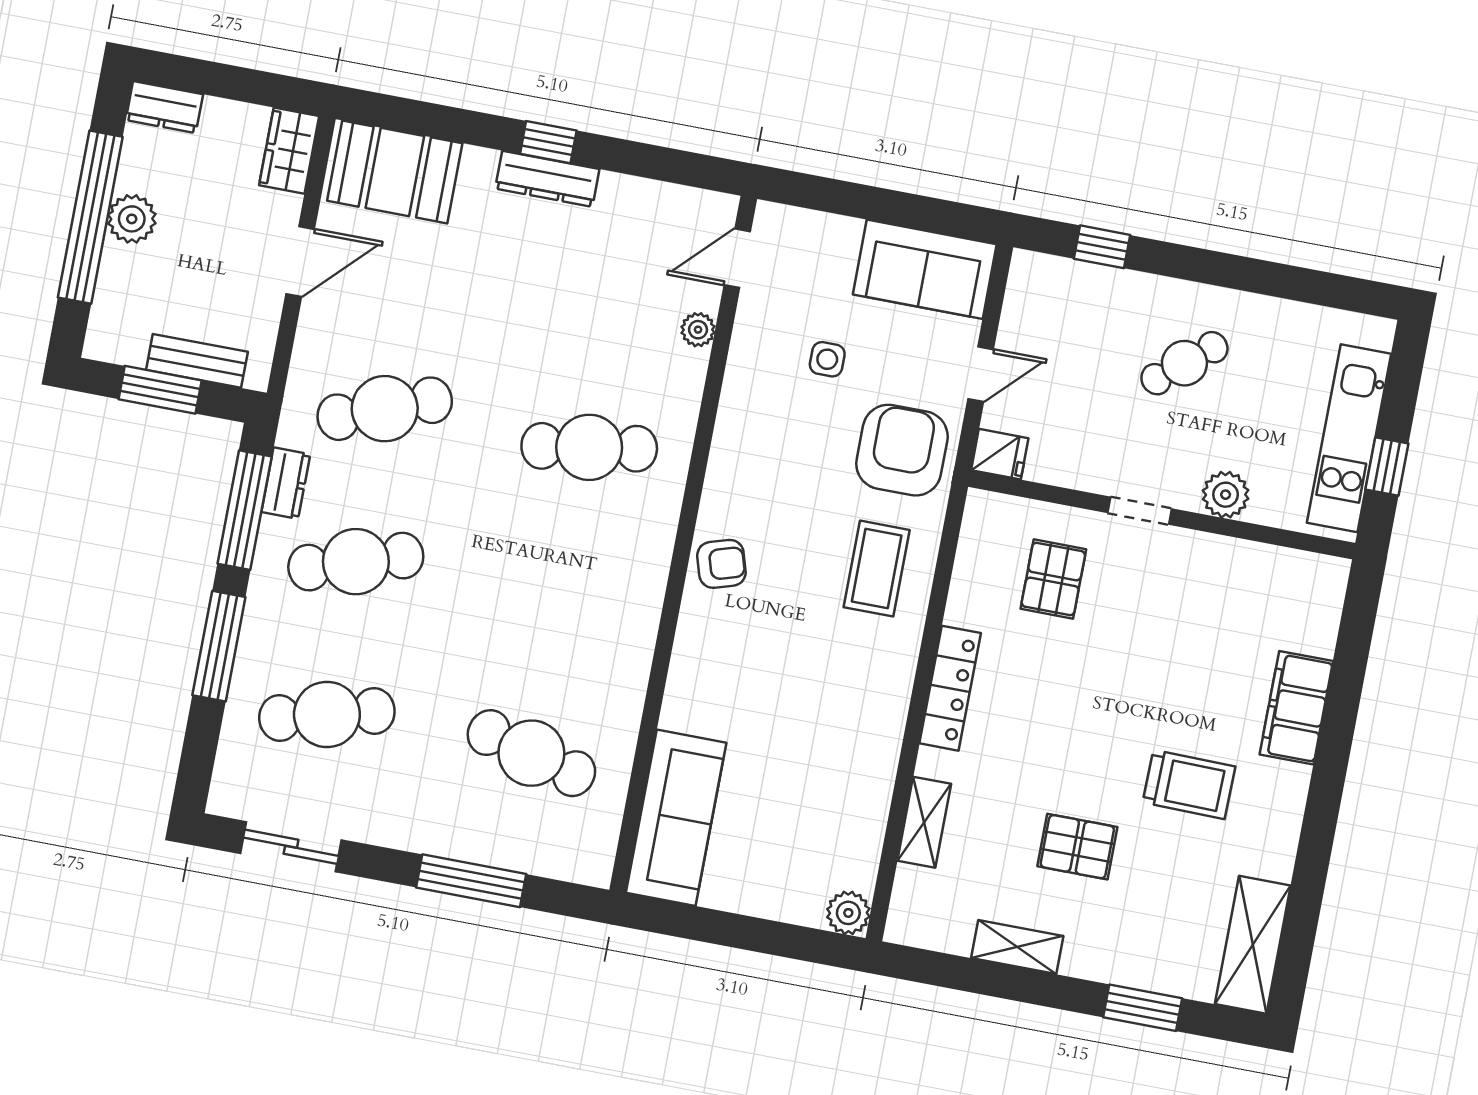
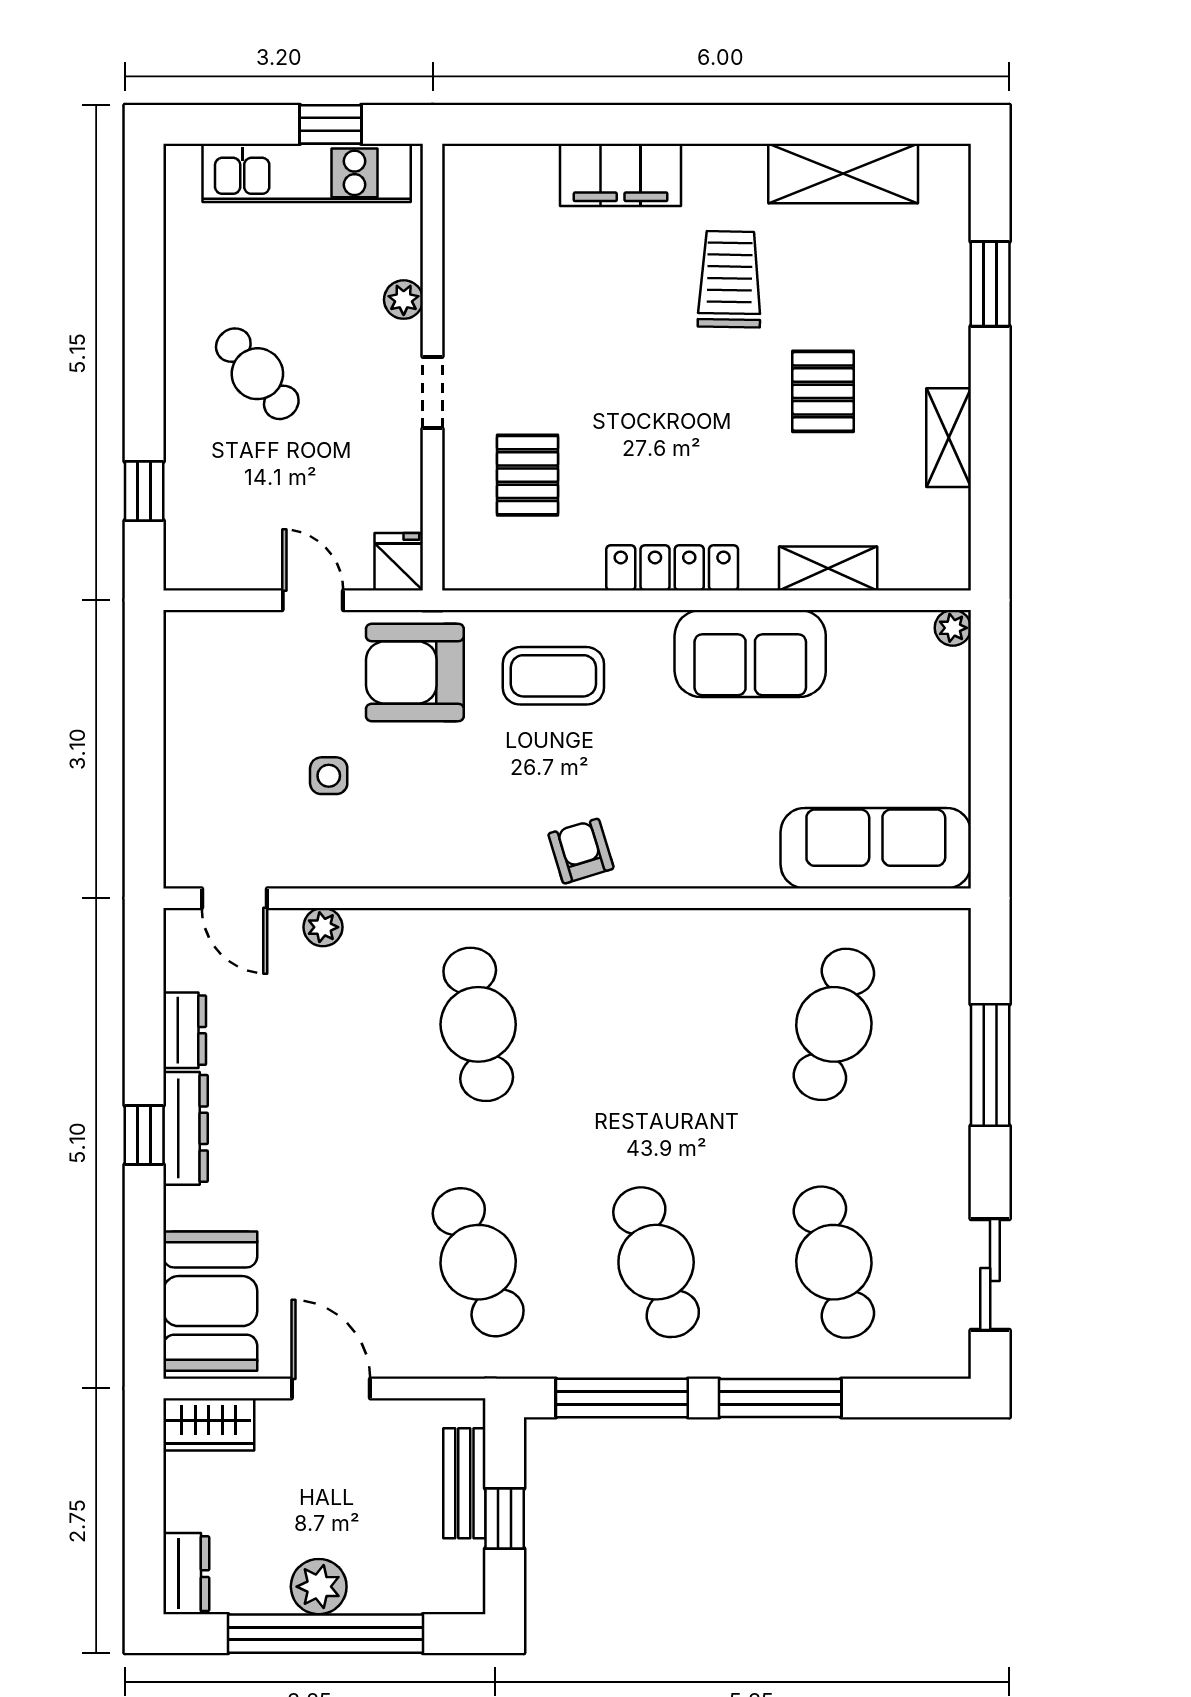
sofa: (925, 269) -> (750, 653), moved, turned 90
window: (160, 390) -> (505, 1519), width x0.67
dresser: (286, 483) -> (185, 1030), moved, turned 90
plant: (1226, 495) -> (404, 300), width x0.73, depth x0.73
pallet: (1053, 579) -> (528, 475), turned 90
plant: (848, 913) -> (953, 628), width x0.73, depth x0.73
shelving: (1253, 945) -> (843, 173), moved

